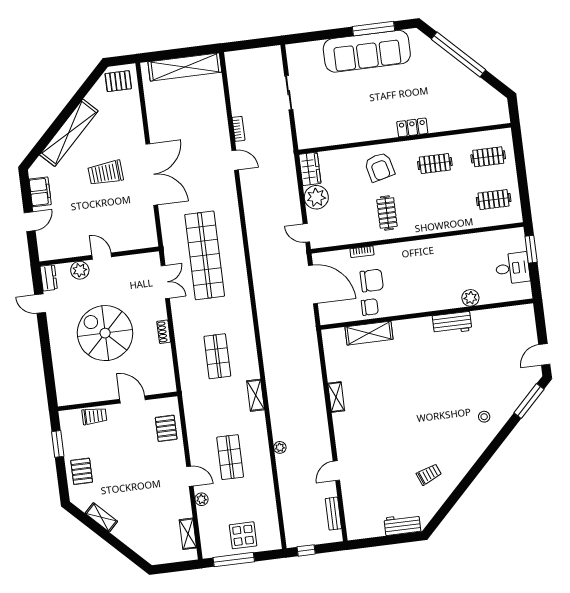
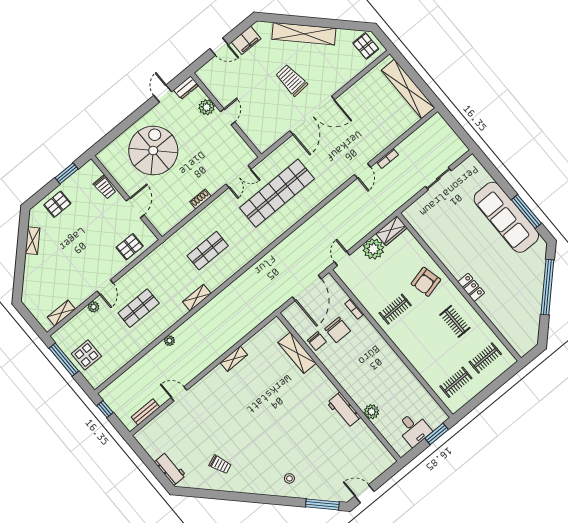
clothes rail: (488, 157) -> (485, 358), turned 90
clothes rail: (494, 200) -> (456, 382), turned 90
spiral stairs: (105, 333) -> (153, 151), moved

